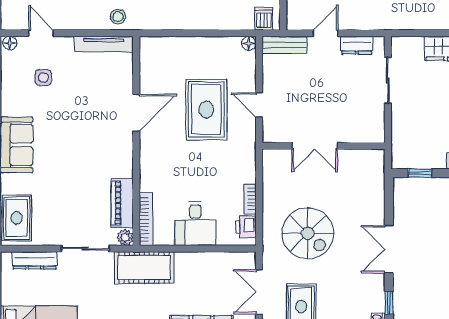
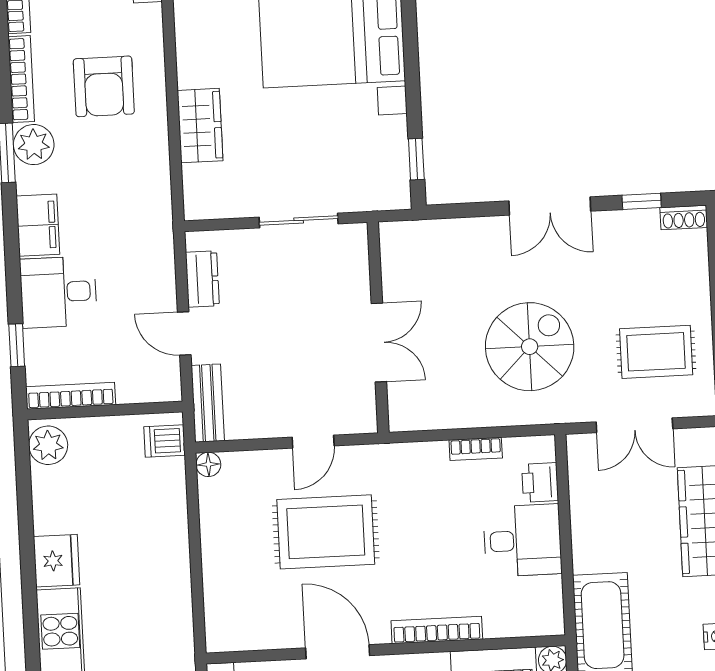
sliding door: (388, 80) -> (299, 220), moved
bookcase: (146, 219) -> (437, 630), moved
printer: (246, 227) -> (540, 482), moved, turned 90

